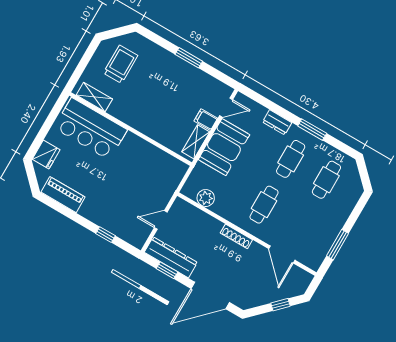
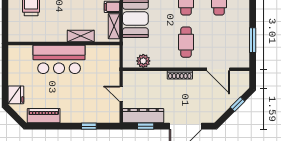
shelving: (94, 97) -> (81, 36), moved
bar counter: (91, 129) -> (59, 59), moved
door: (161, 220) -> (121, 94), hinge flipped

